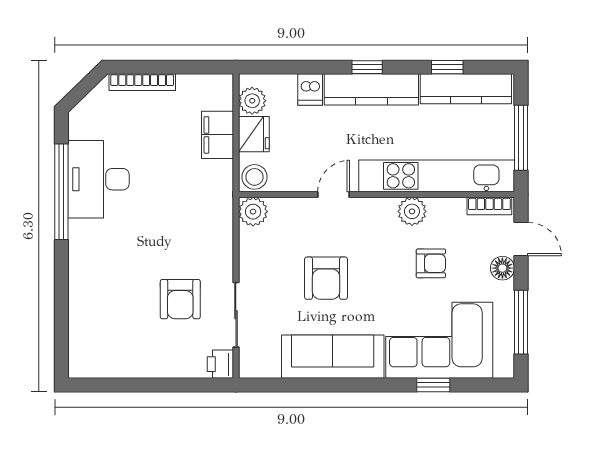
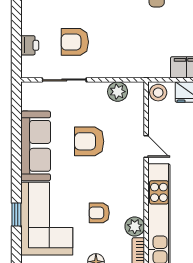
plant: (412, 211) -> (135, 226), moved
plant: (253, 212) -> (118, 92), moved
armchair: (431, 263) -> (99, 213), turned 90
printer: (220, 364) -> (30, 45), moved, turned 90

